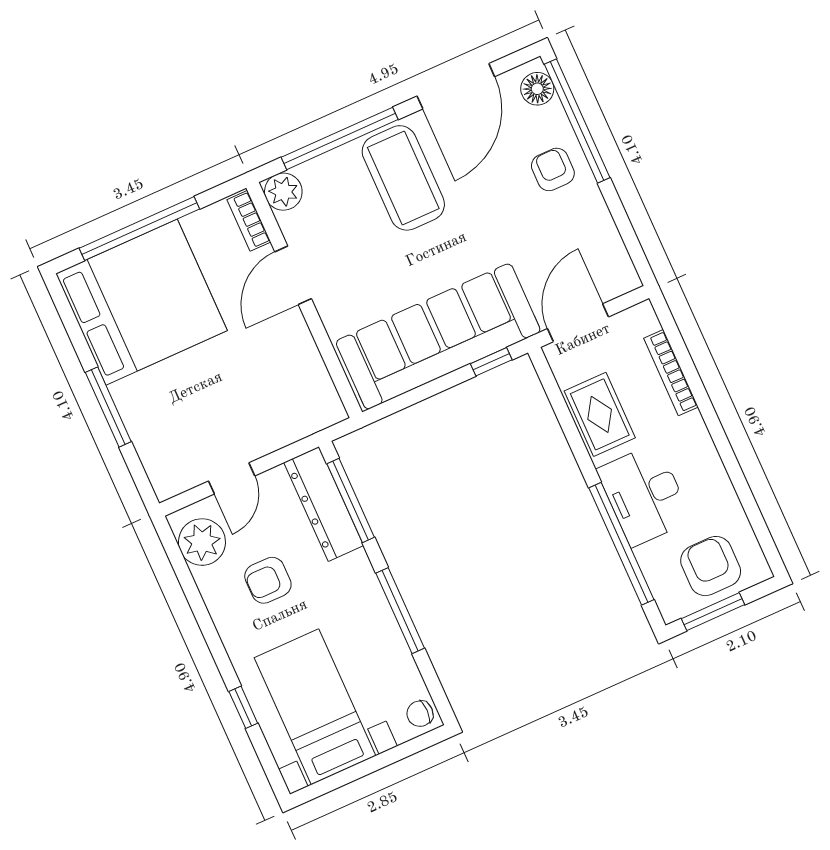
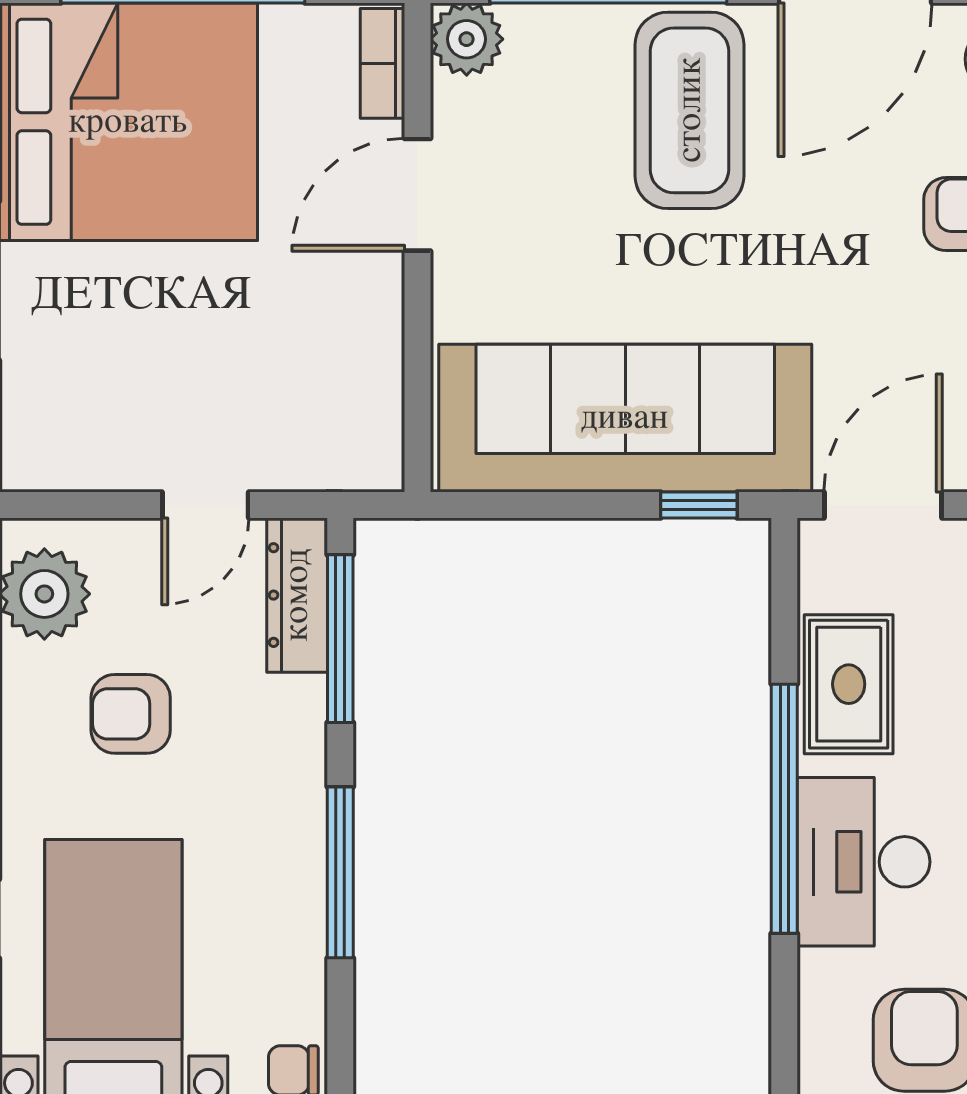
door: (232, 478) -> (205, 505), moved
dresser: (324, 504) -> (297, 595), width x0.73, depth x0.80
window: (621, 544) -> (784, 809), moved

